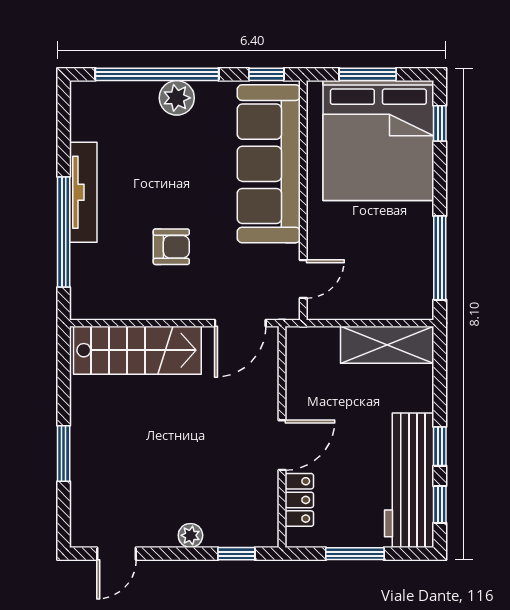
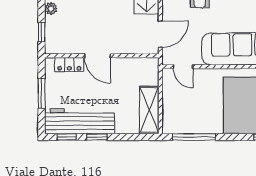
door: (240, 323) -> (160, 34), swing flipped

